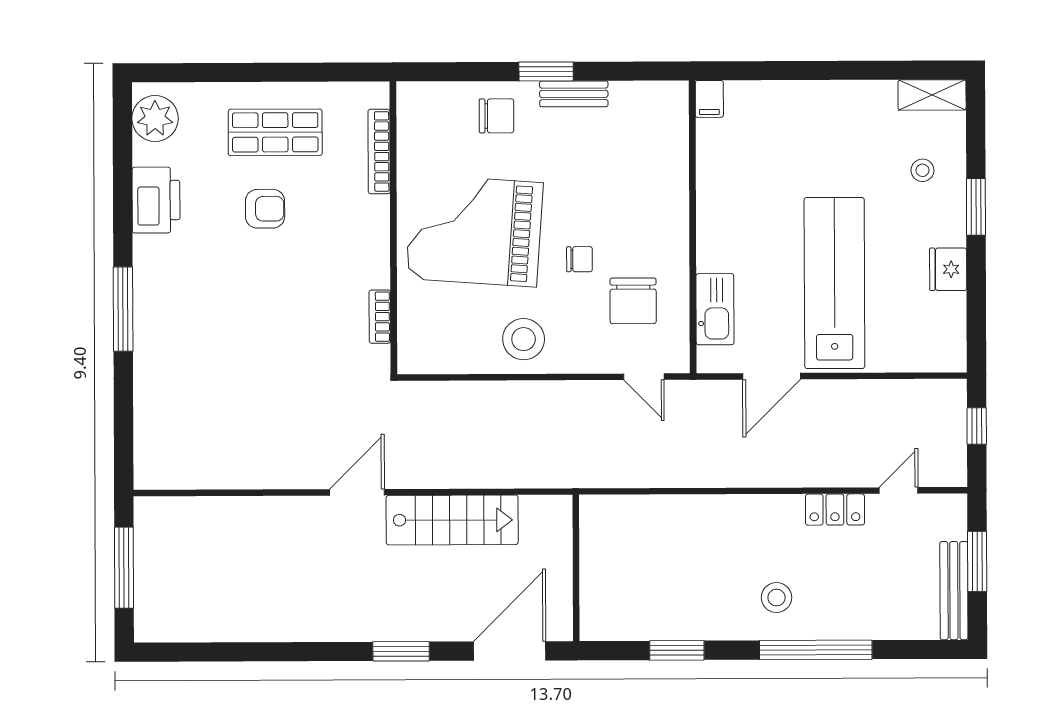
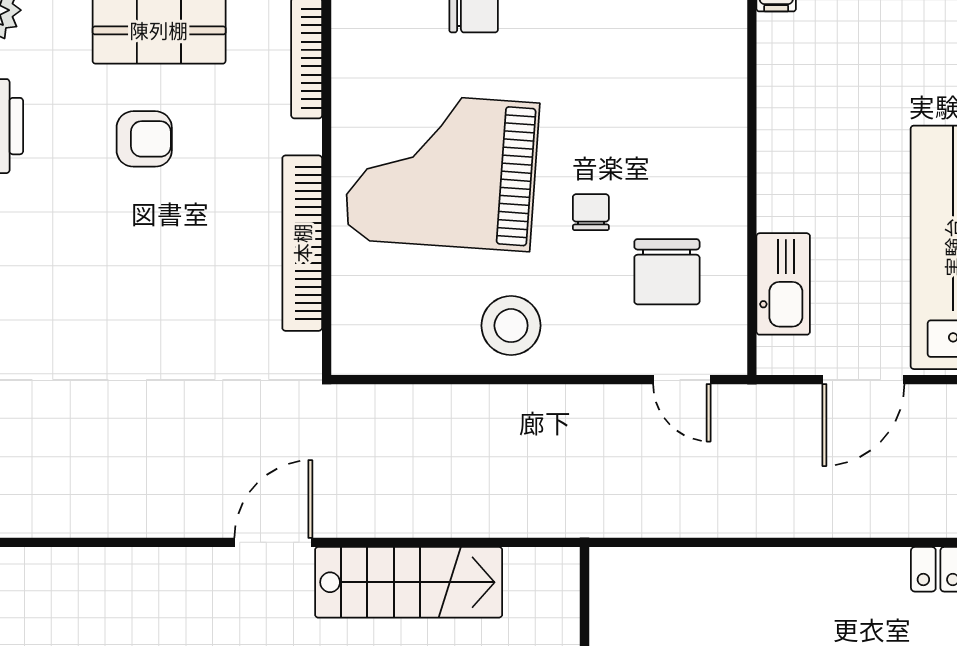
chair: (579, 259) -> (591, 212), turned -90
bookcase: (380, 317) -> (302, 243), width x2.31, depth x1.31

